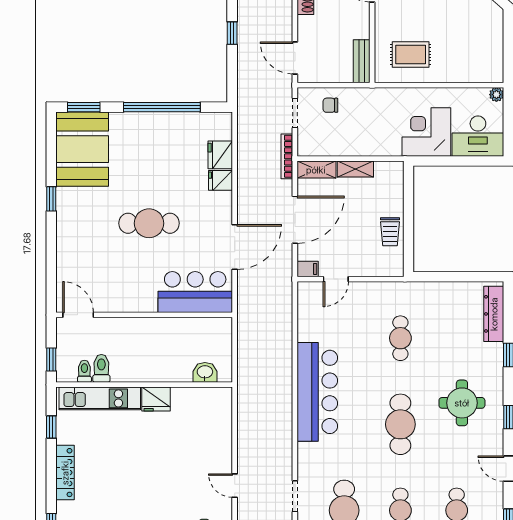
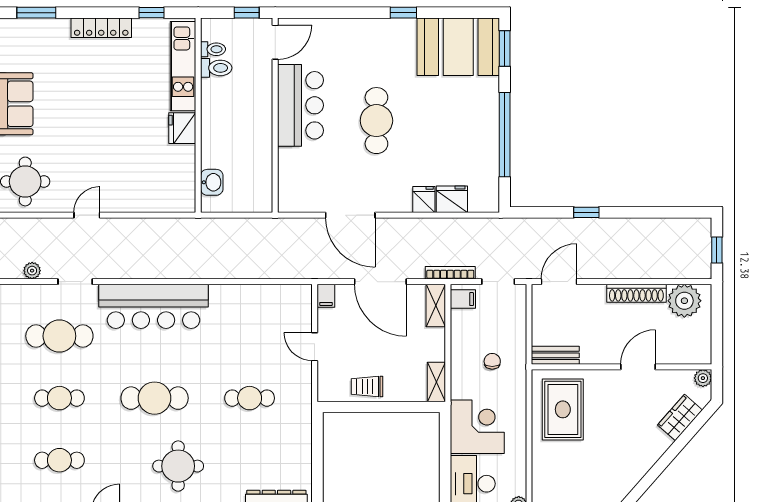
rug: (411, 54) -> (563, 409), width x1.36, depth x1.43
chair: (330, 105) -> (492, 361), moved
filing cabinet: (311, 145) -> (463, 299), added
shelving: (355, 169) -> (436, 382), moved
door: (336, 279) -> (315, 347), moved
bar counter: (195, 292) -> (300, 105), moved
window: (51, 360) -> (247, 13), moved
bar counter: (317, 392) -> (153, 306), moved

